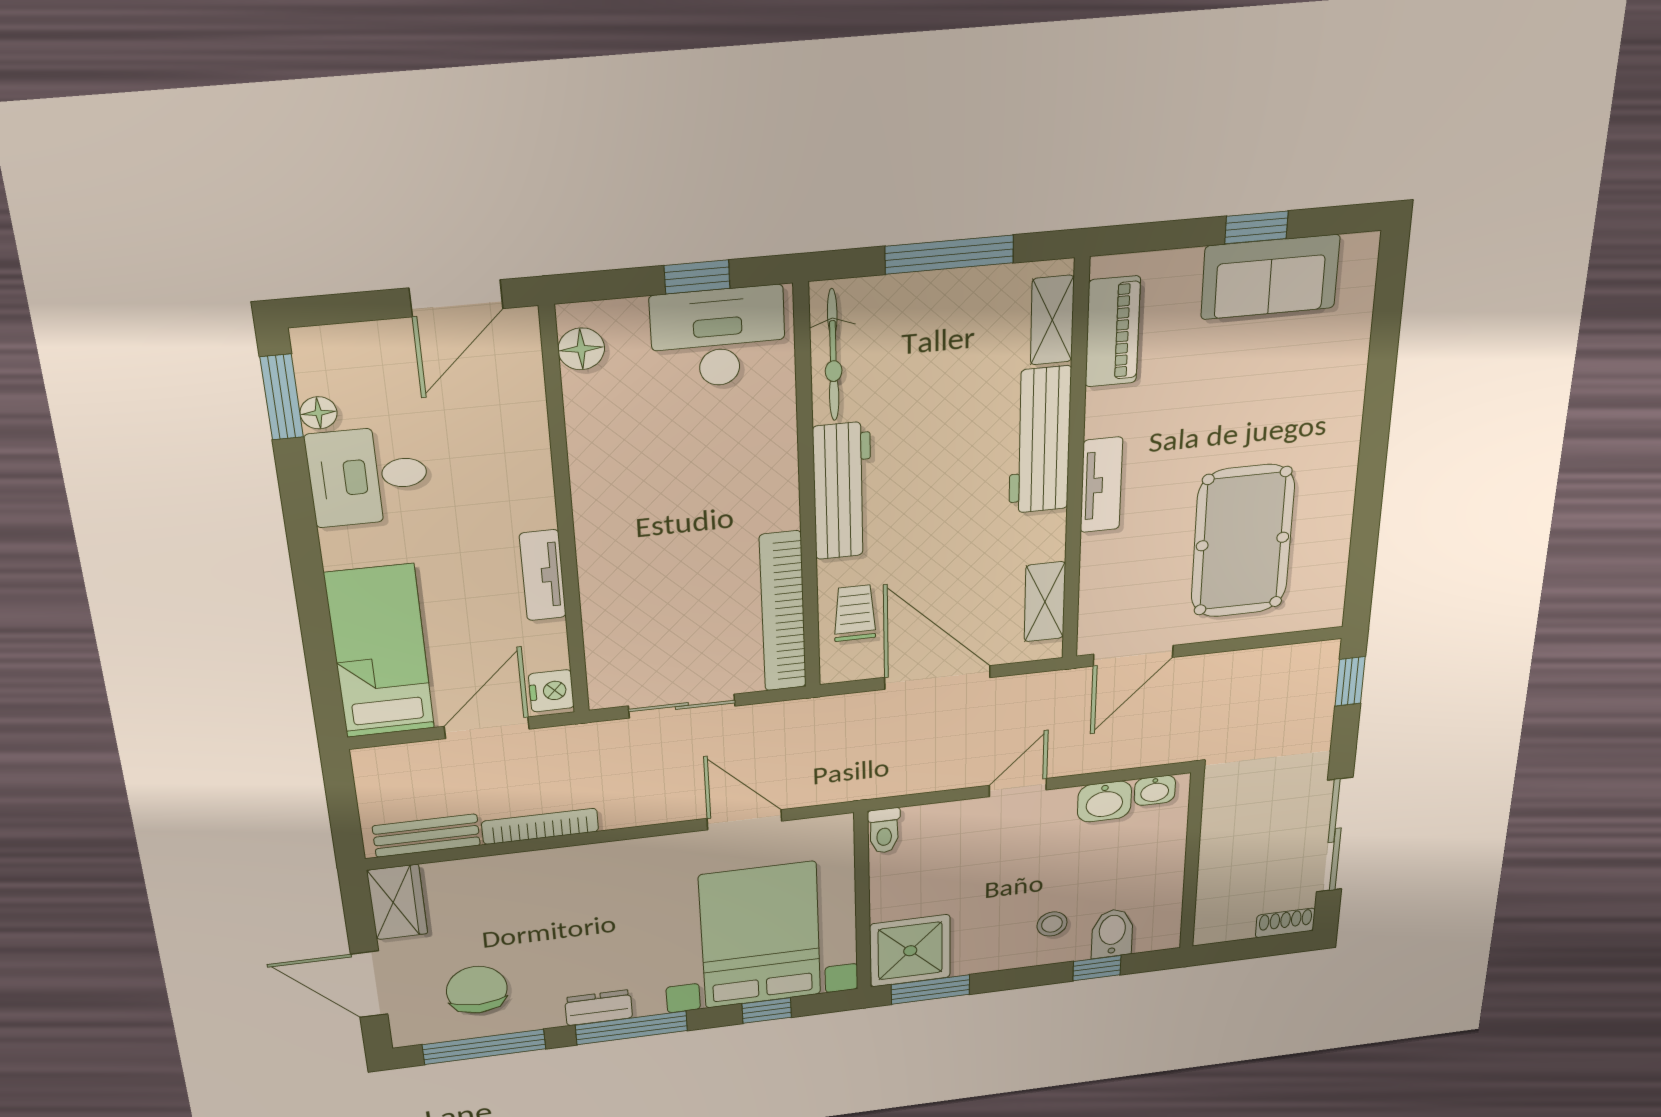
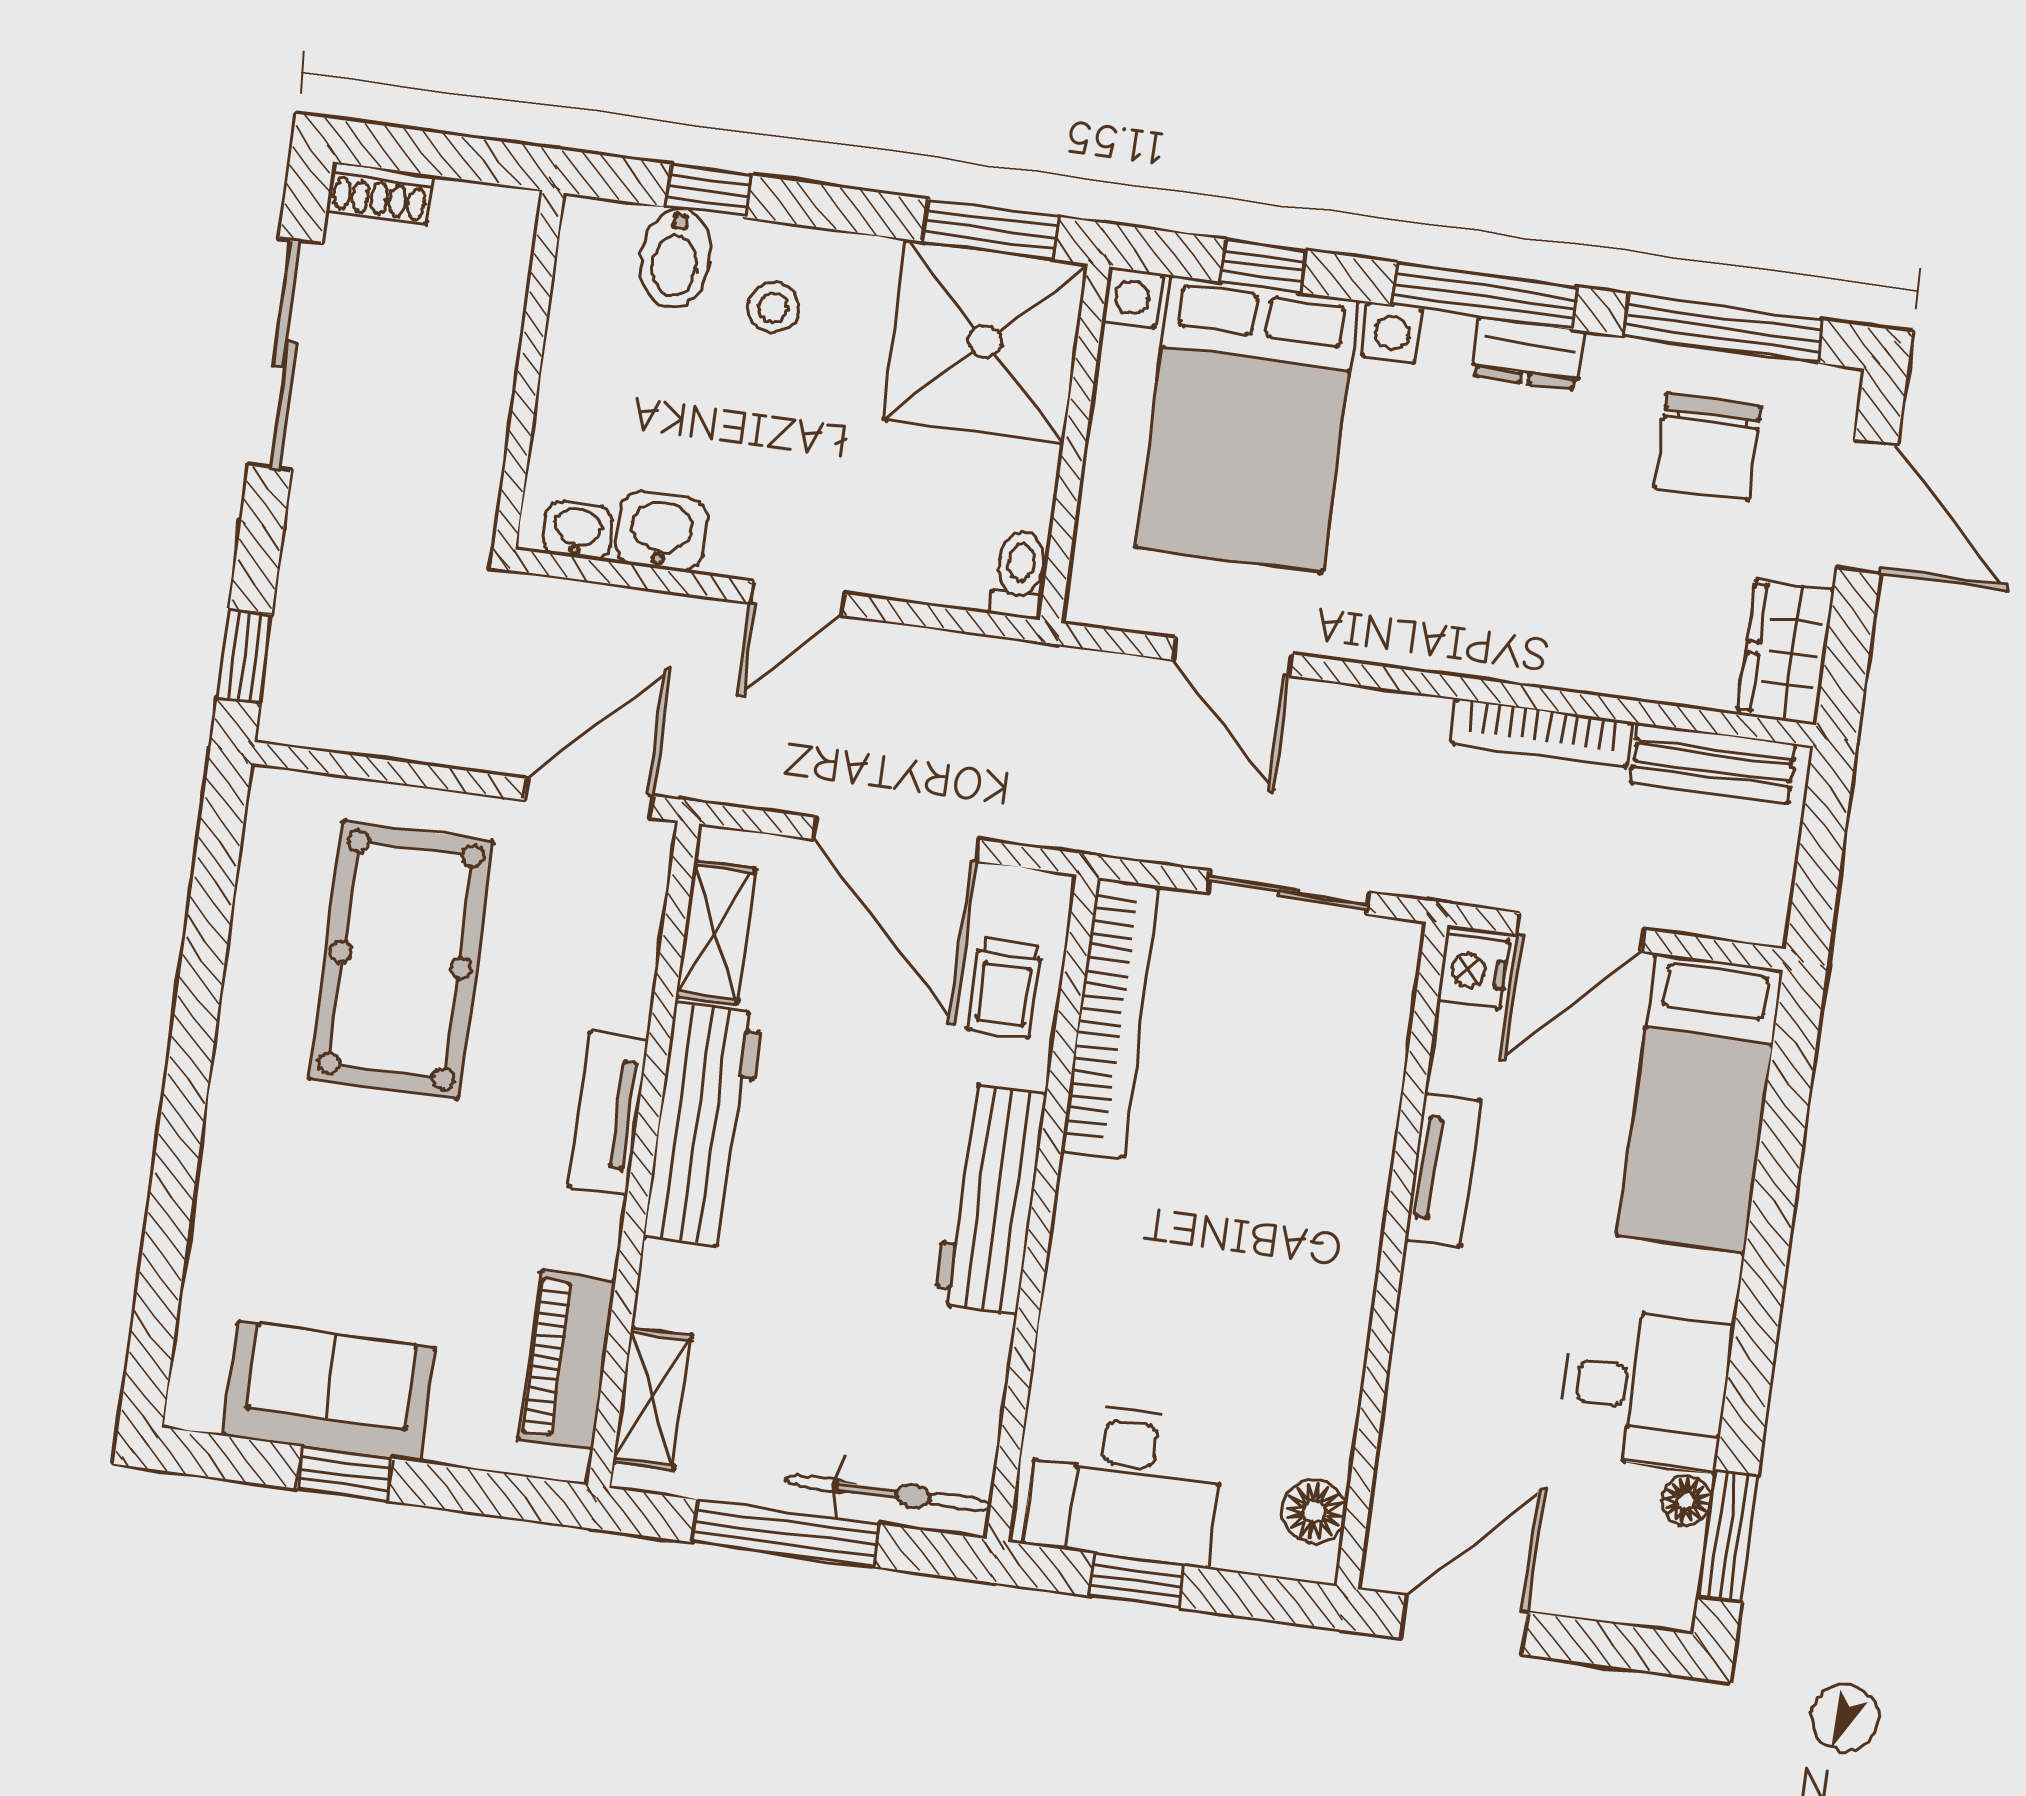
bicycle: (833, 355) -> (889, 1493), moved, turned 90
workbench: (1040, 440) -> (703, 1125), moved
shower: (910, 951) -> (985, 341), width x1.37, depth x1.37

